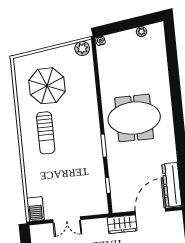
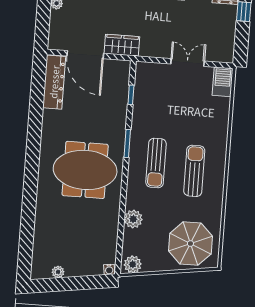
plant: (88, 85) -> (133, 219), added
parasol: (47, 86) -> (190, 244), moved
sun lounger: (78, 134) -> (156, 163), added
door: (150, 211) -> (85, 55), hinge flipped

